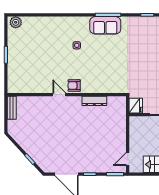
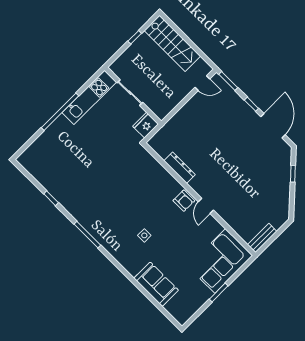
plant: (16, 22) -> (179, 313), removed
sofa: (105, 25) -> (156, 284), moved
corner sofa: (22, 73) -> (220, 261), added

